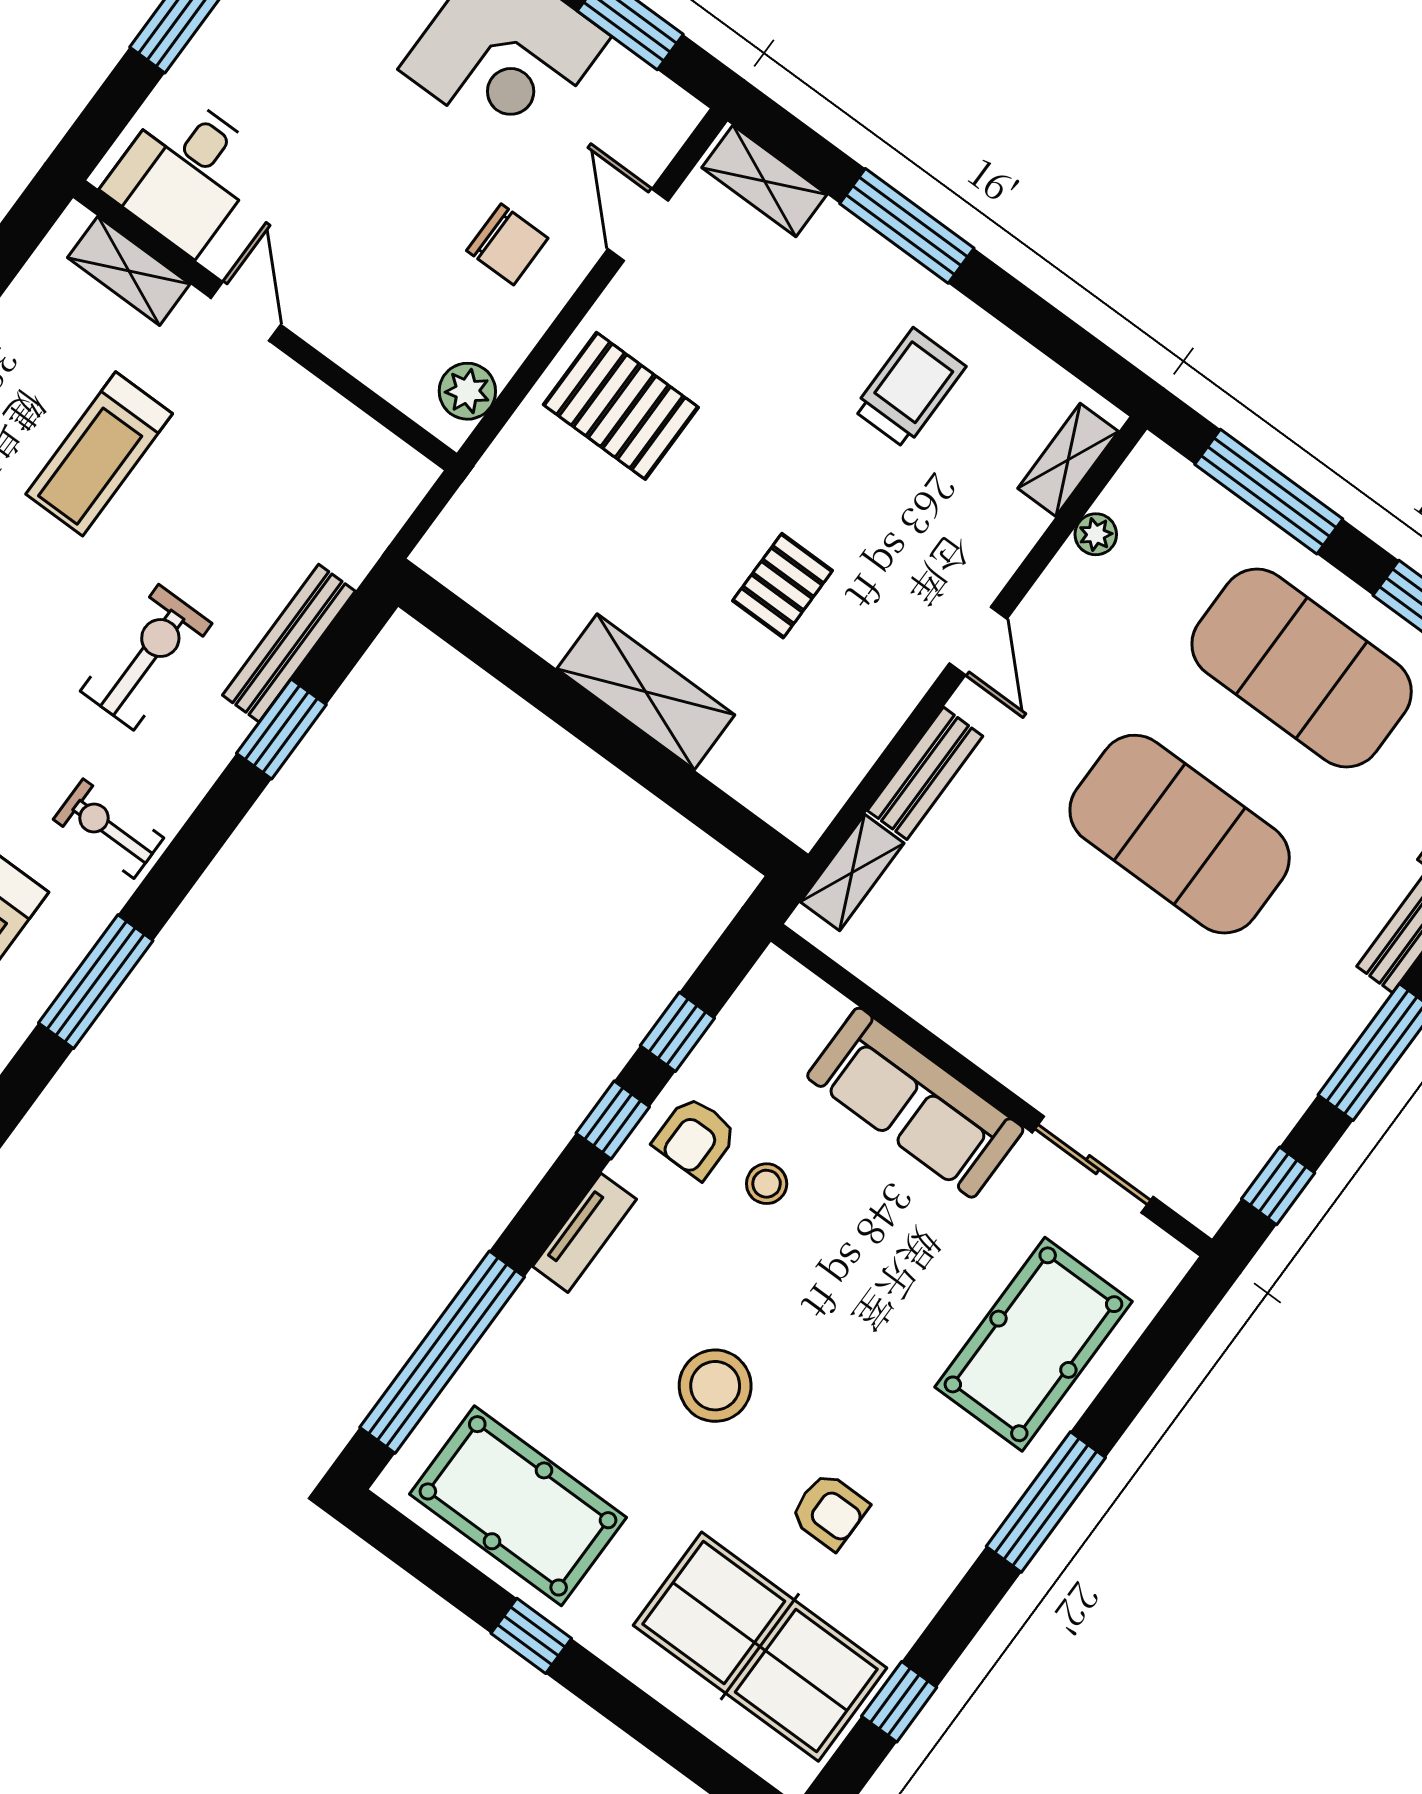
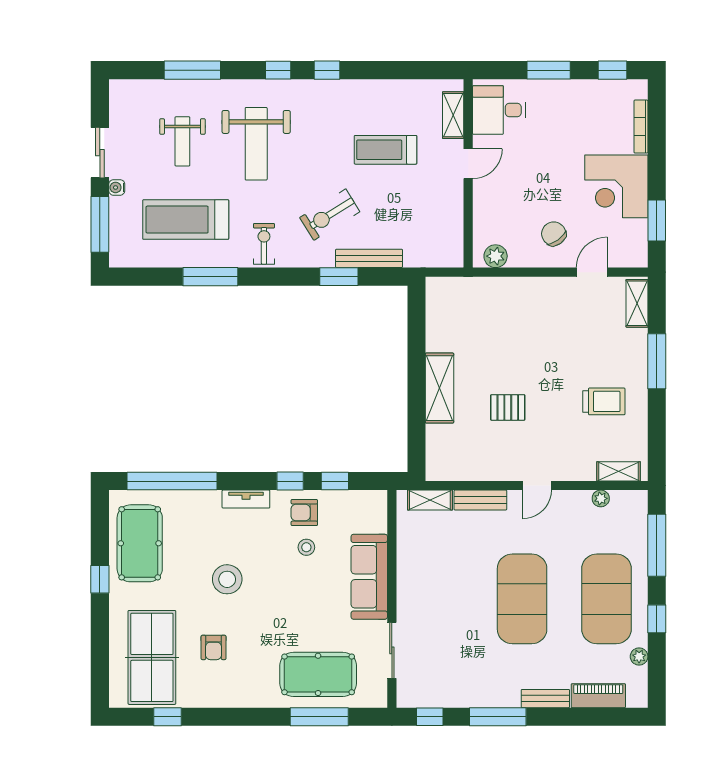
chair: (507, 244) -> (554, 234), turned 144
pallet: (621, 406) -> (528, 310), removed
exercise bike: (146, 657) -> (330, 215), turned 148
window: (1046, 1502) -> (319, 717), moved

